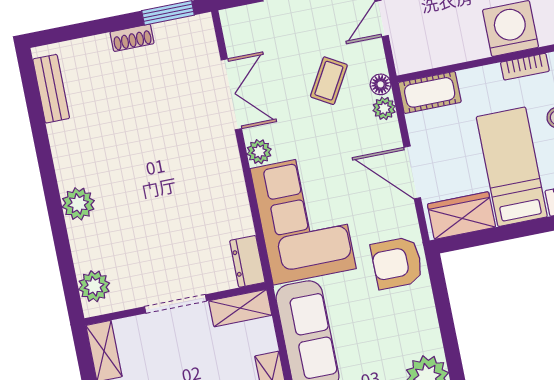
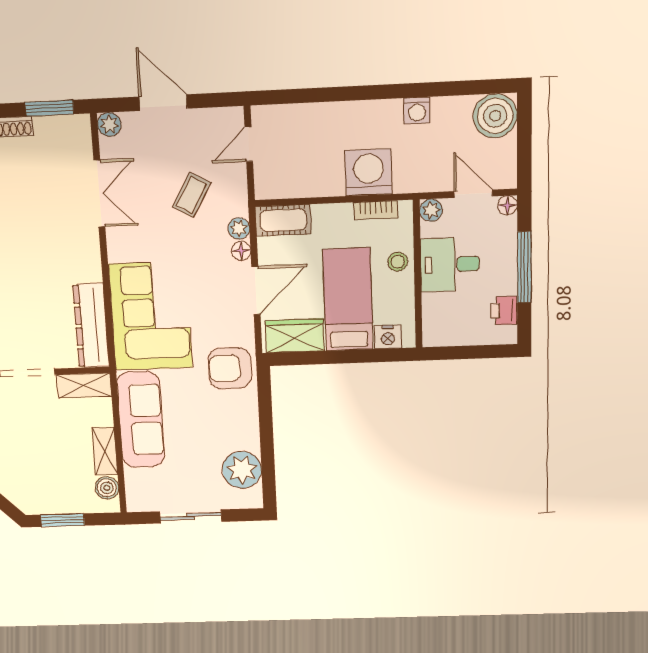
floor lamp: (381, 84) -> (241, 251), moved
plant: (259, 152) -> (109, 124), moved
door: (412, 172) -> (256, 290), swing flipped
dresser: (247, 261) -> (91, 326), width x1.96, depth x1.24

